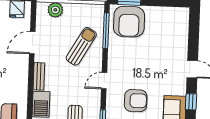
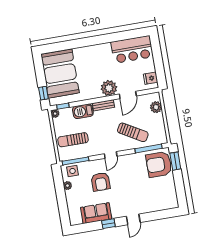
door: (32, 43) -> (128, 95), swing flipped
plant: (18, 65) -> (109, 88), added
door: (104, 81) -> (111, 155), swing flipped

